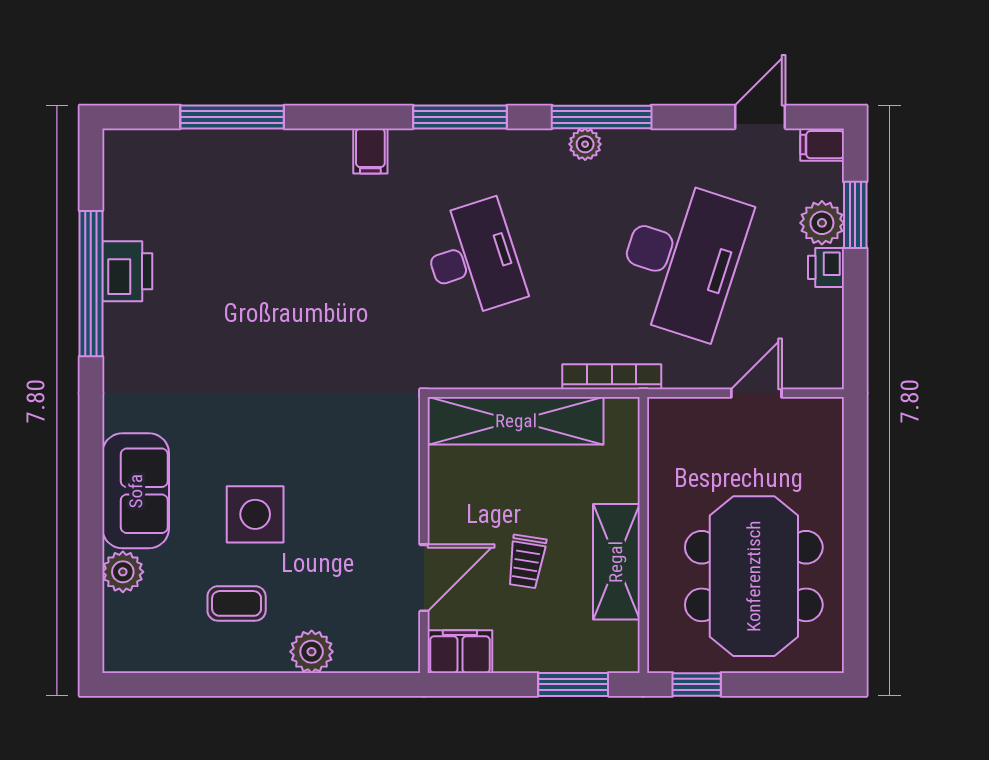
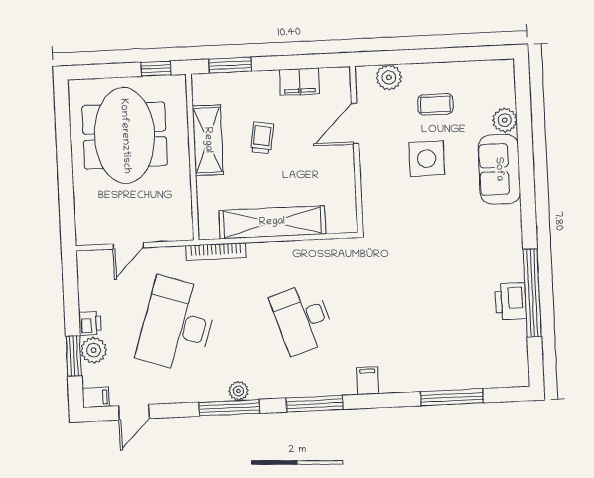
wall: (424, 535) -> (356, 149), moved
door: (424, 578) -> (355, 124), moved

